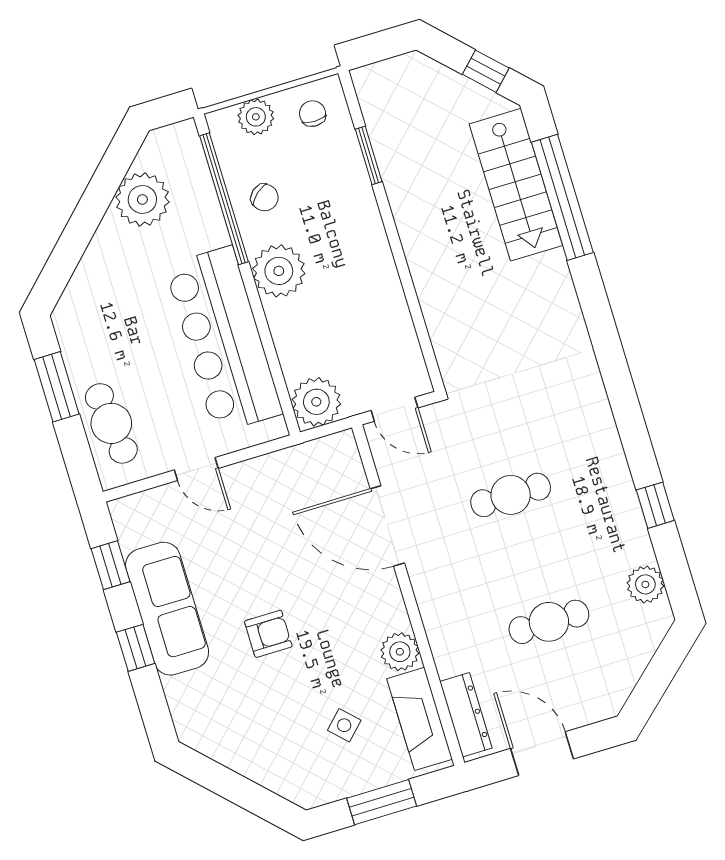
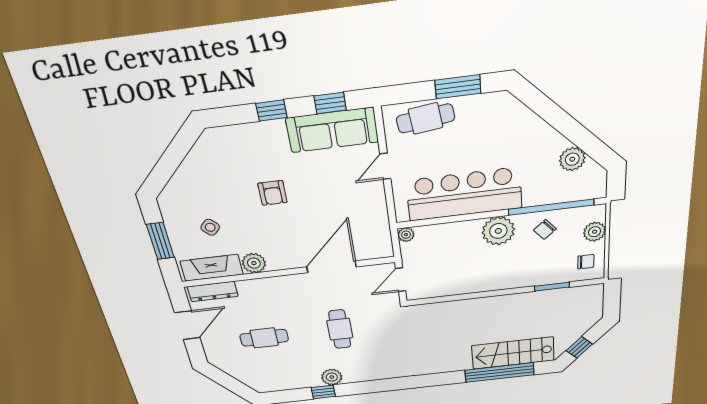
plant: (142, 199) -> (572, 159), width x0.73, depth x0.73
plant: (316, 402) -> (406, 235), width x0.53, depth x0.53
plant: (645, 584) -> (332, 377), moved
sofa: (167, 609) -> (332, 130), moved
cafe table: (549, 622) -> (264, 338), turned 90

